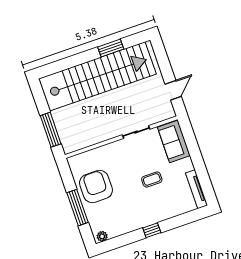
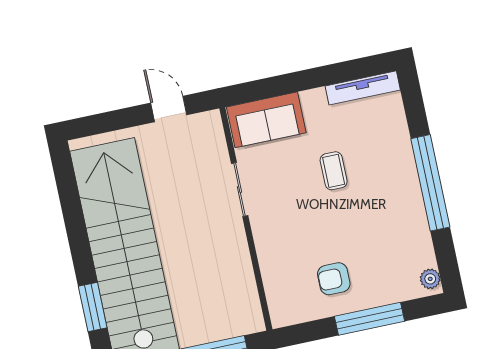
window: (111, 48) -> (93, 307), moved
armchair: (96, 187) -> (334, 279), width x0.53, depth x0.53
window: (152, 230) -> (430, 183), width x3.17

